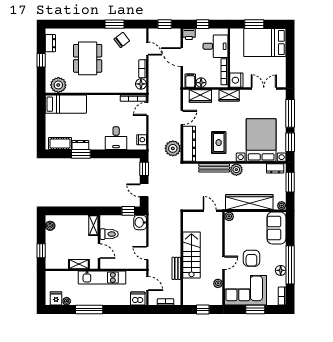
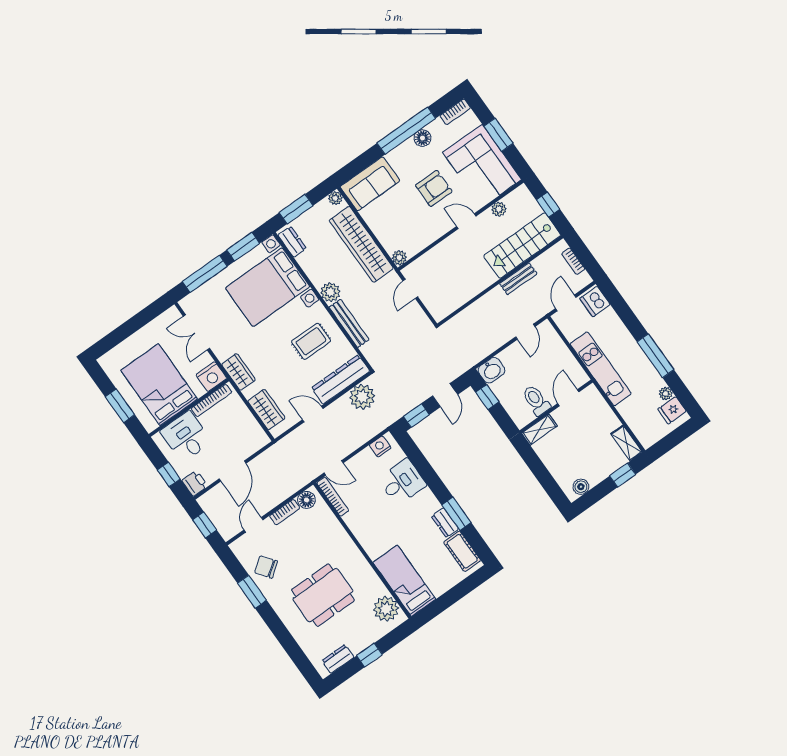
bed: (265, 43) -> (159, 385), moved, turned 180
filing cabinet: (190, 81) -> (256, 438), removed
floor lamp: (201, 83) -> (248, 421), removed
stairs: (191, 255) -> (522, 246), moved
shelving: (79, 264) -> (627, 443), moved

